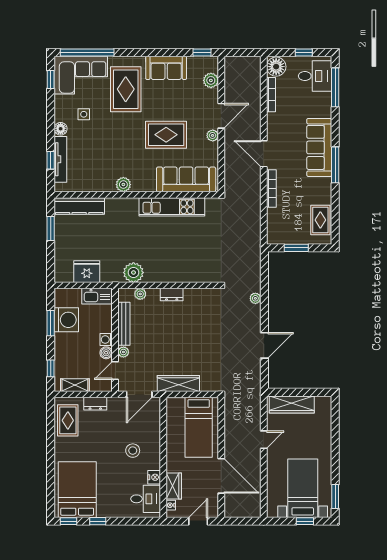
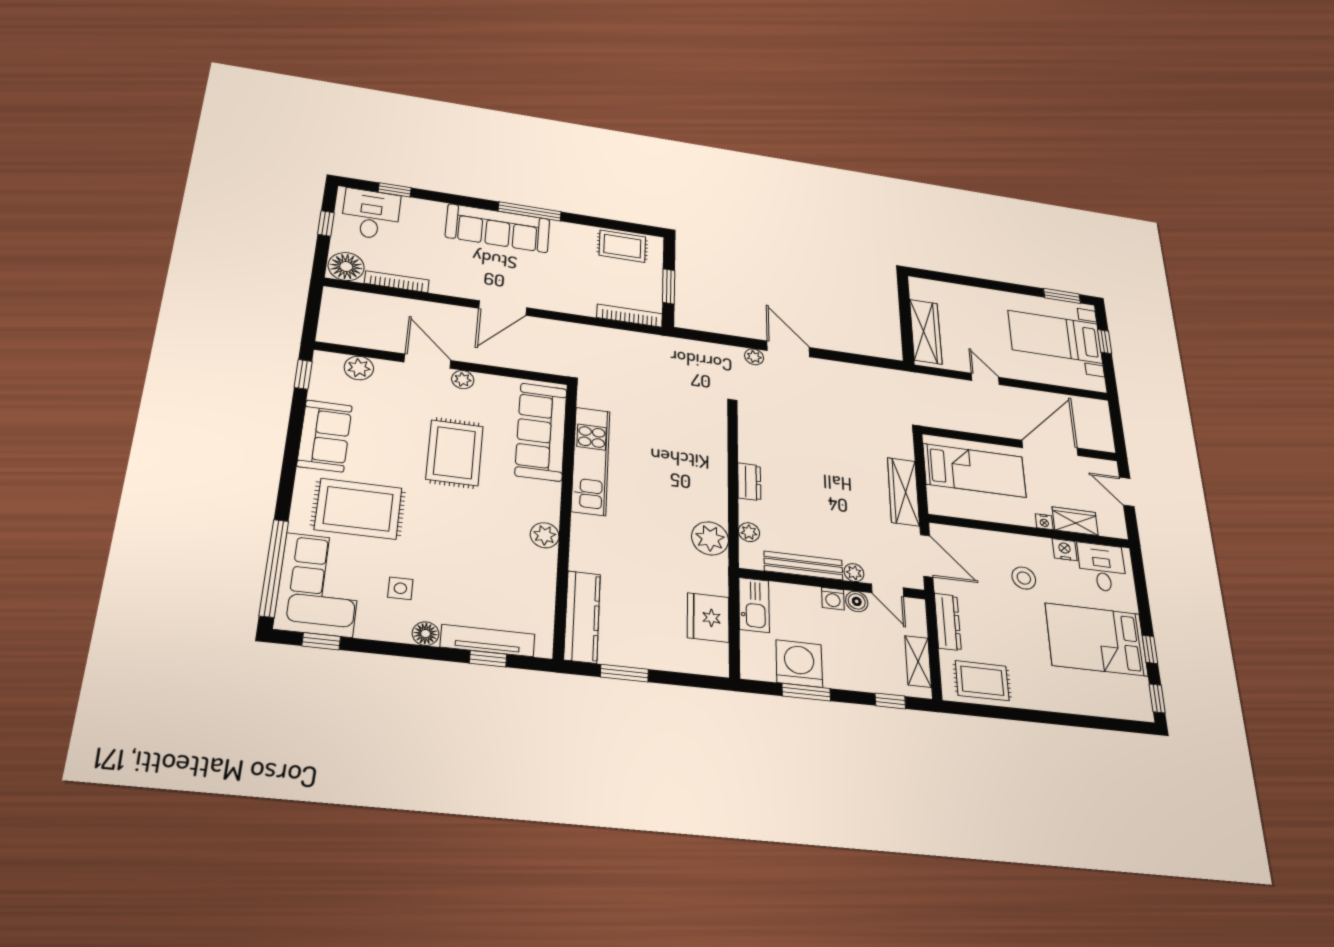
window: (335, 87) -> (395, 190), width x0.46
bookcase: (271, 188) -> (630, 316), moved
door: (264, 345) -> (788, 349), moved
dresser: (95, 404) -> (948, 622), width x1.44
bed: (77, 490) -> (1096, 639), moved
nightstand: (171, 505) -> (1044, 522), moved

